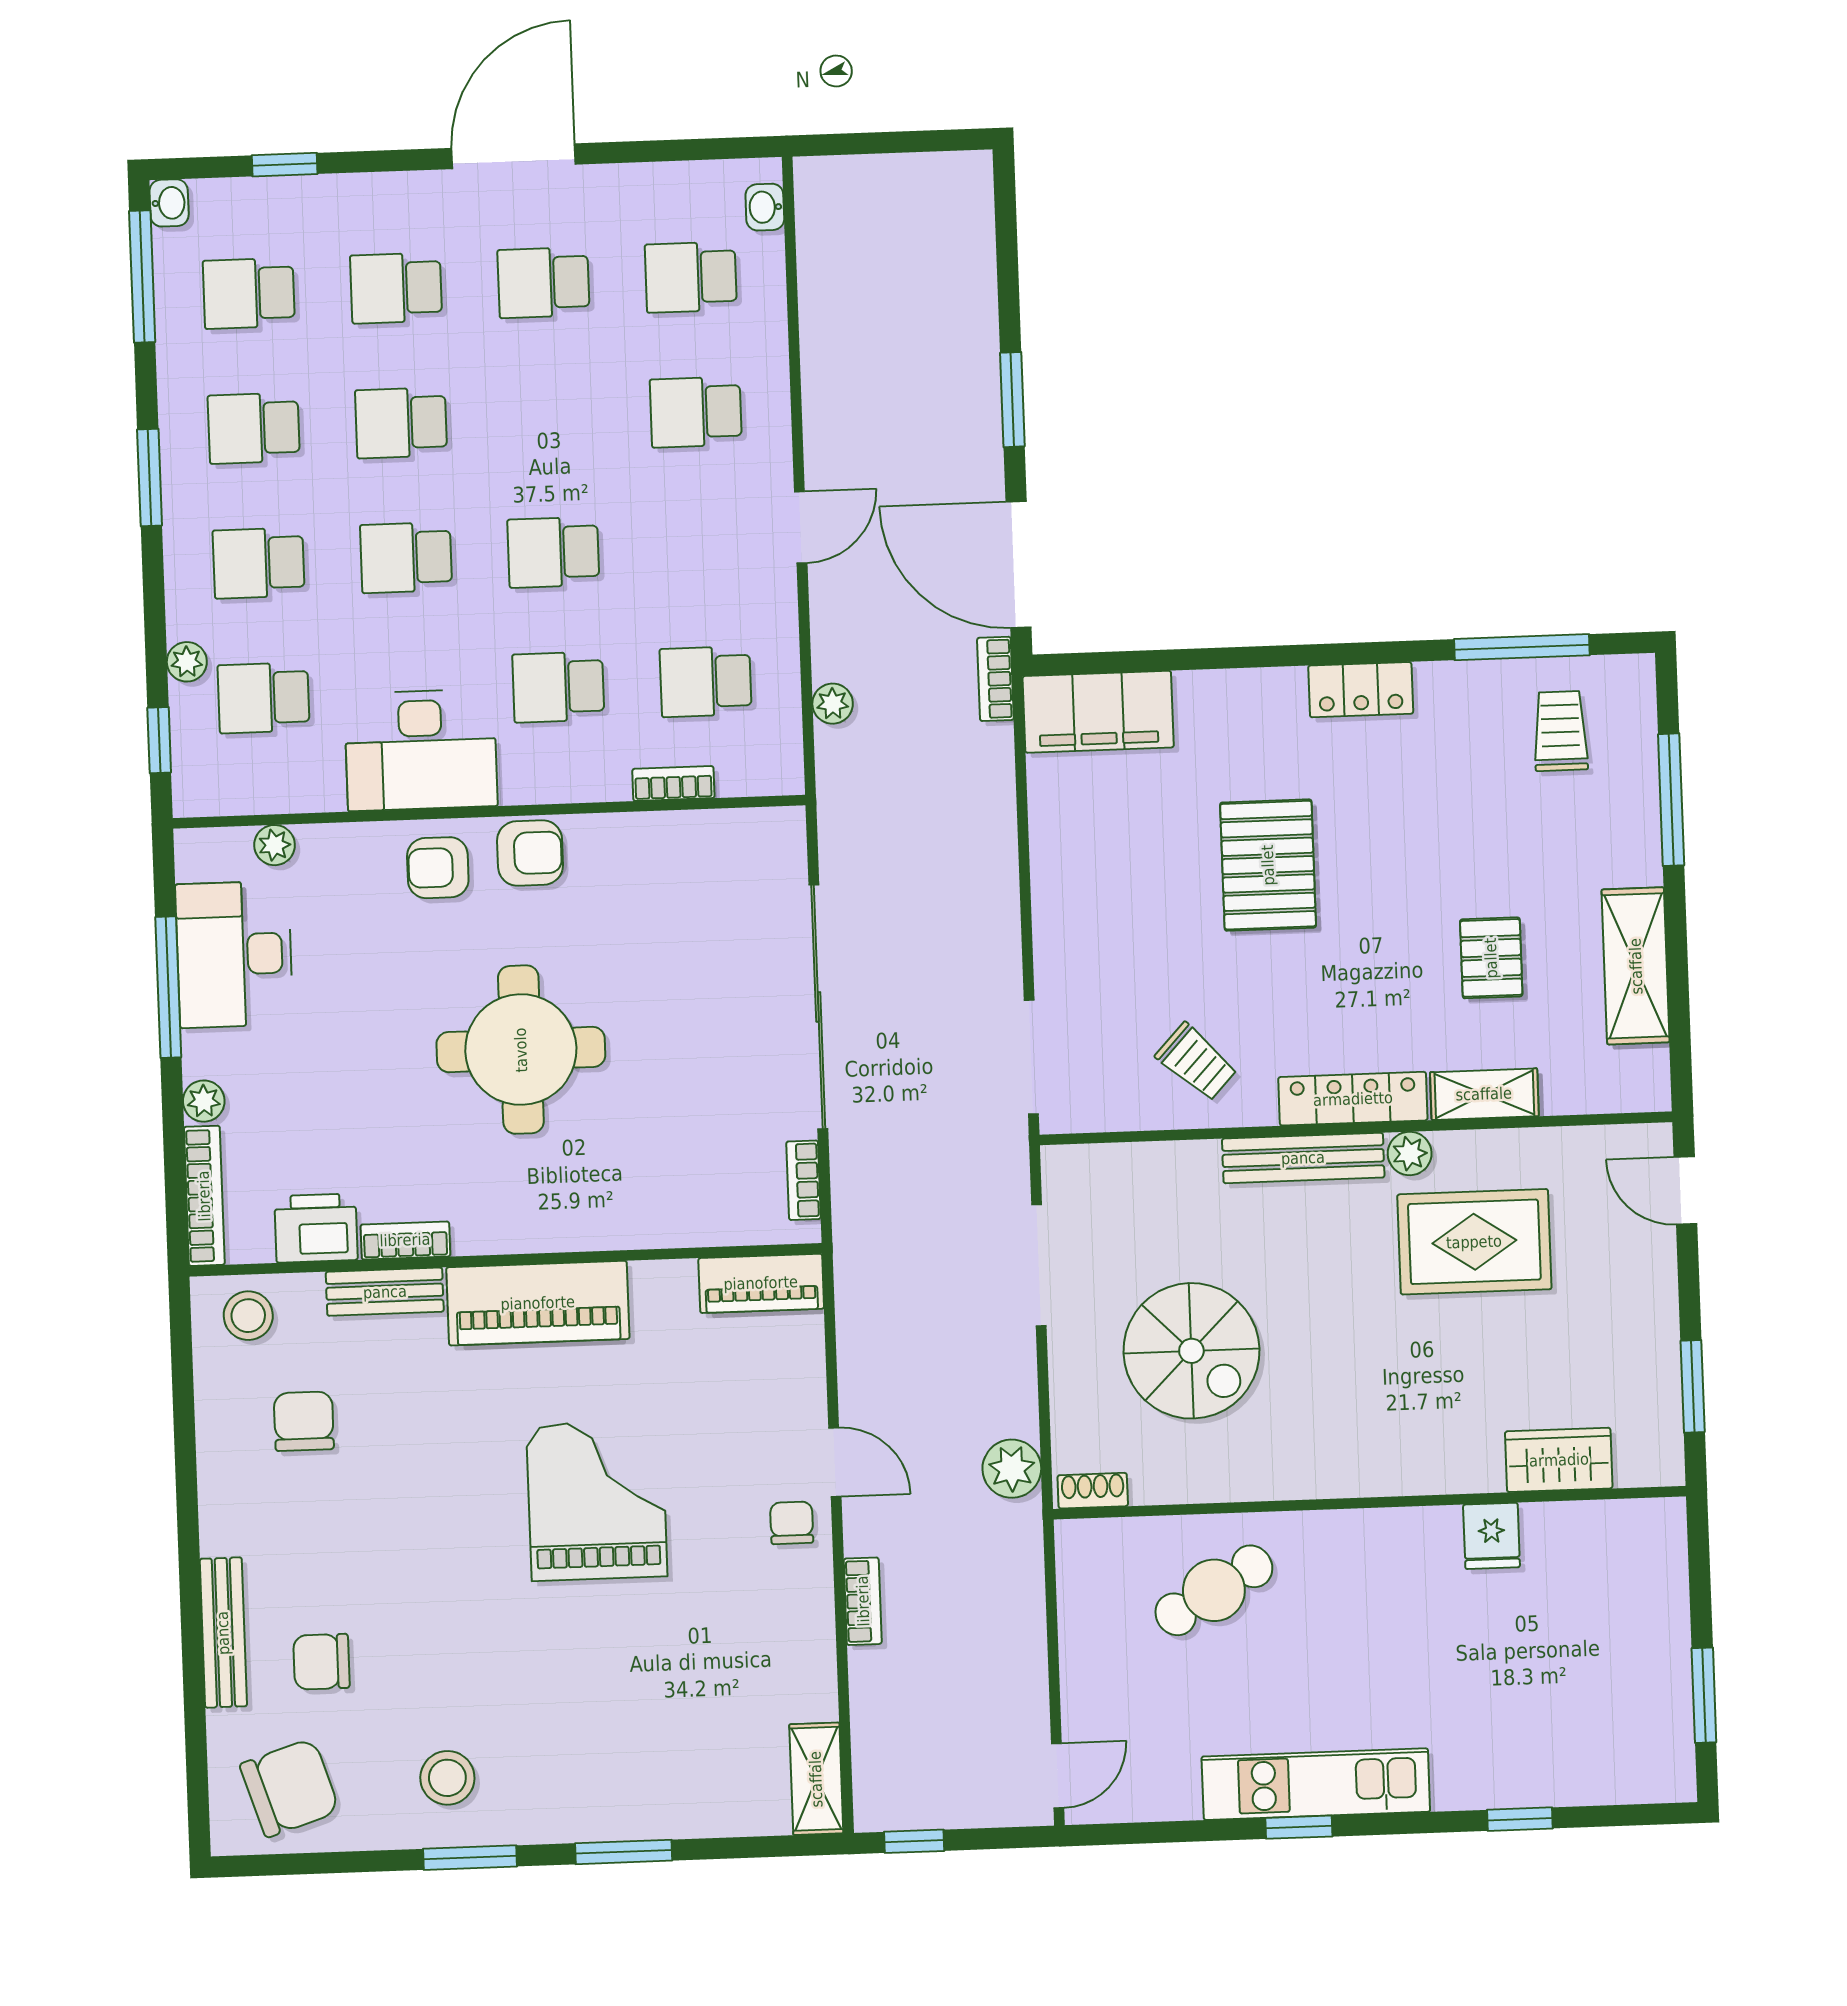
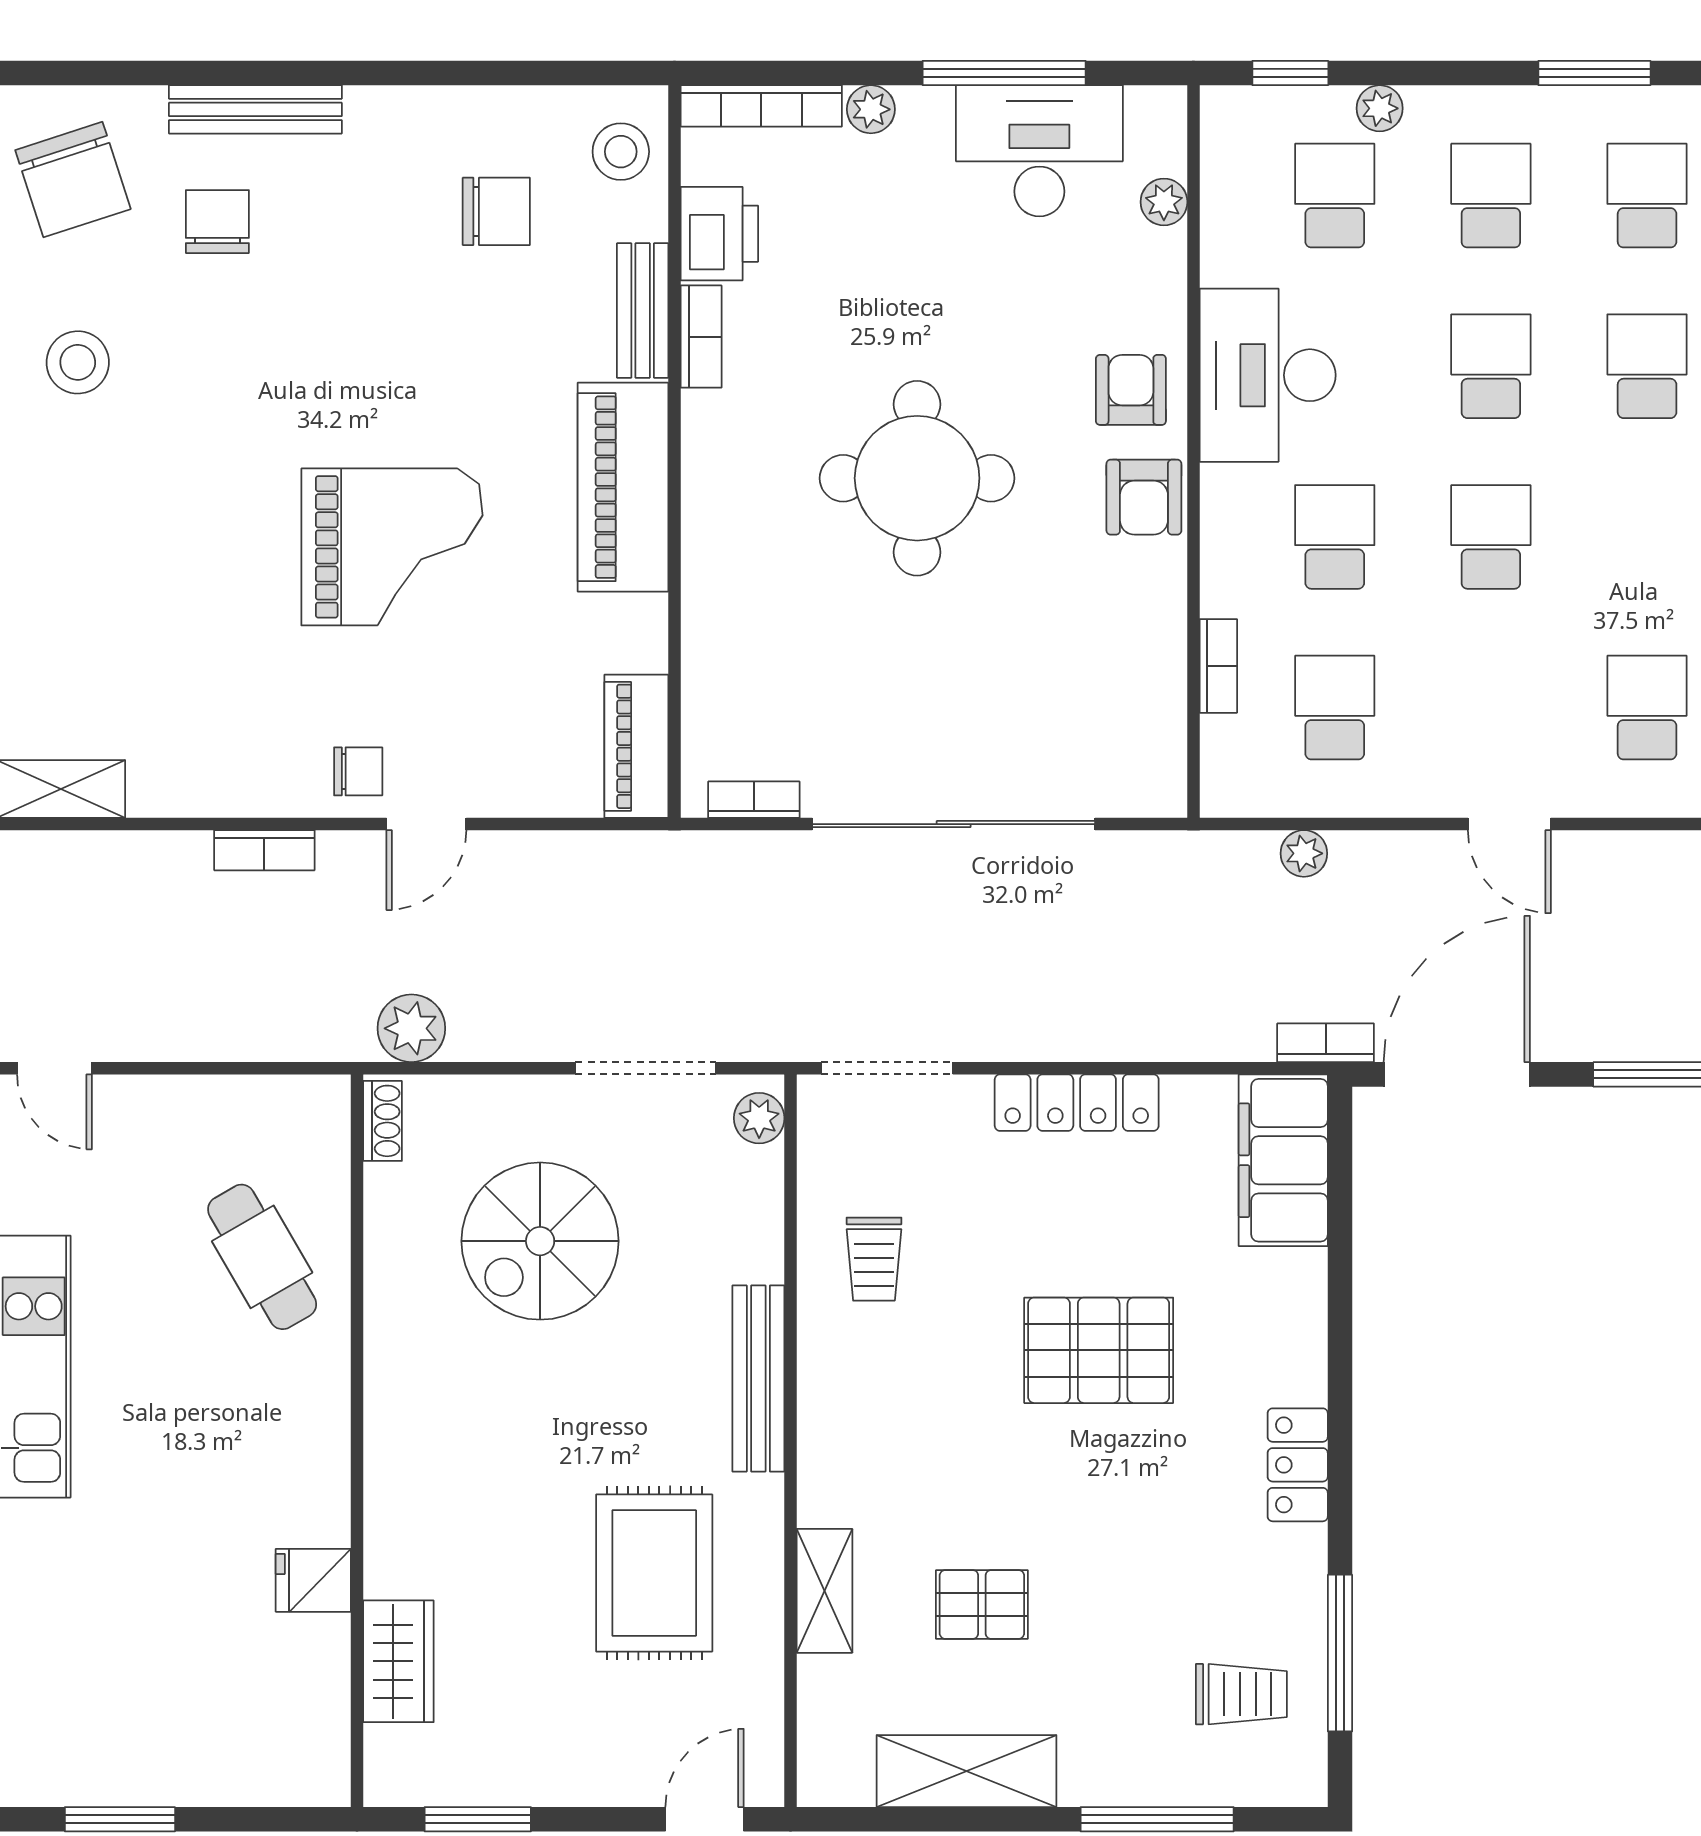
trolley: (1196, 1062) -> (874, 1259), turned -43
locker: (1353, 1099) -> (1077, 1103), moved, turned 90
plant: (1410, 1153) -> (759, 1118), moved

